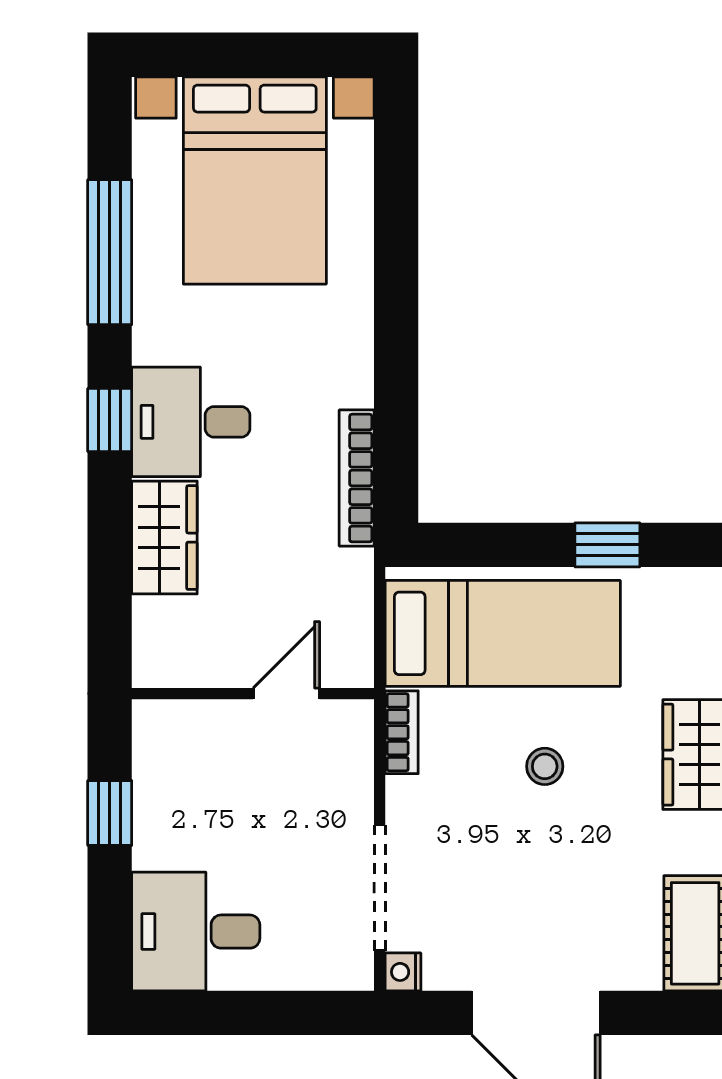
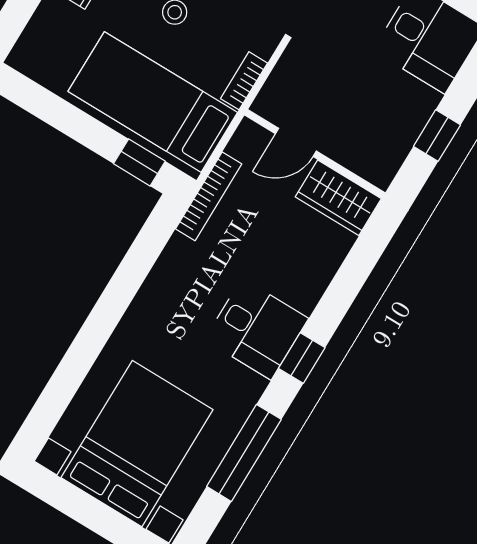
bookcase: (357, 478) -> (209, 196), moved
wardrobe: (164, 538) -> (338, 198), moved, turned -90
window: (607, 545) -> (139, 162), moved

